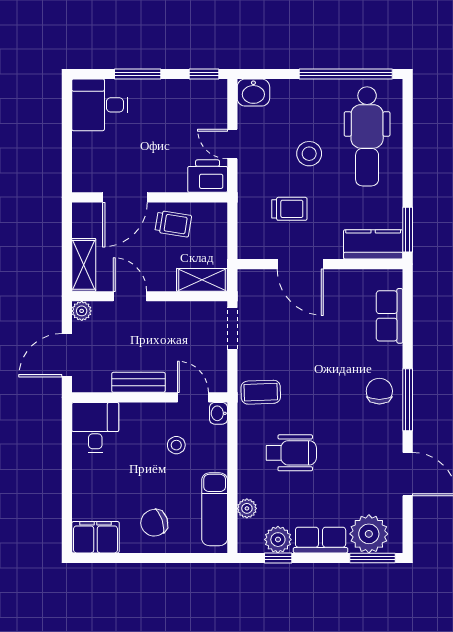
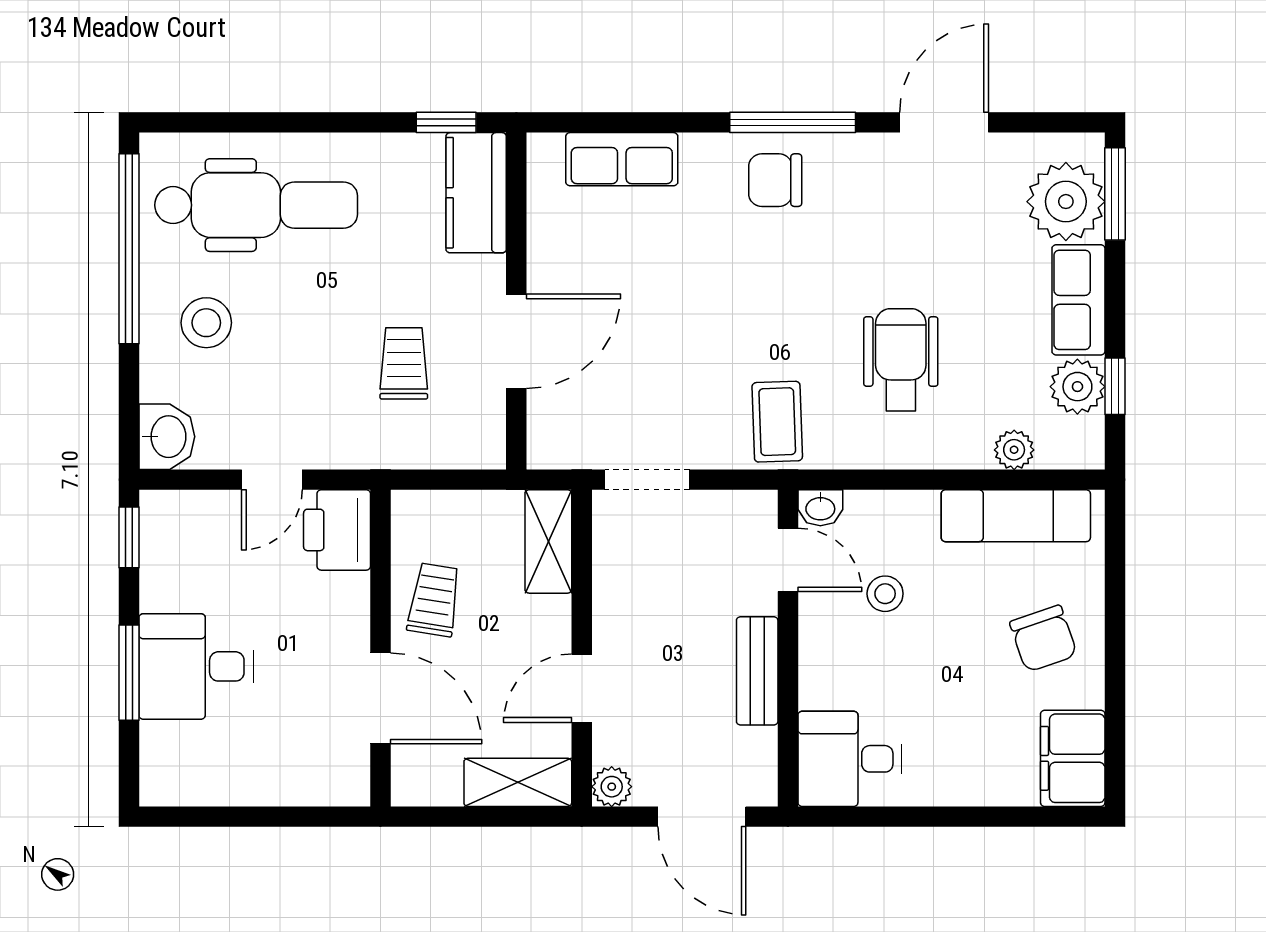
desk: (100, 105) -> (196, 666), moved, turned 90
stool: (309, 154) -> (206, 323), moved
window: (408, 230) -> (446, 122), width x0.67
door: (193, 397) -> (788, 560), swing flipped

